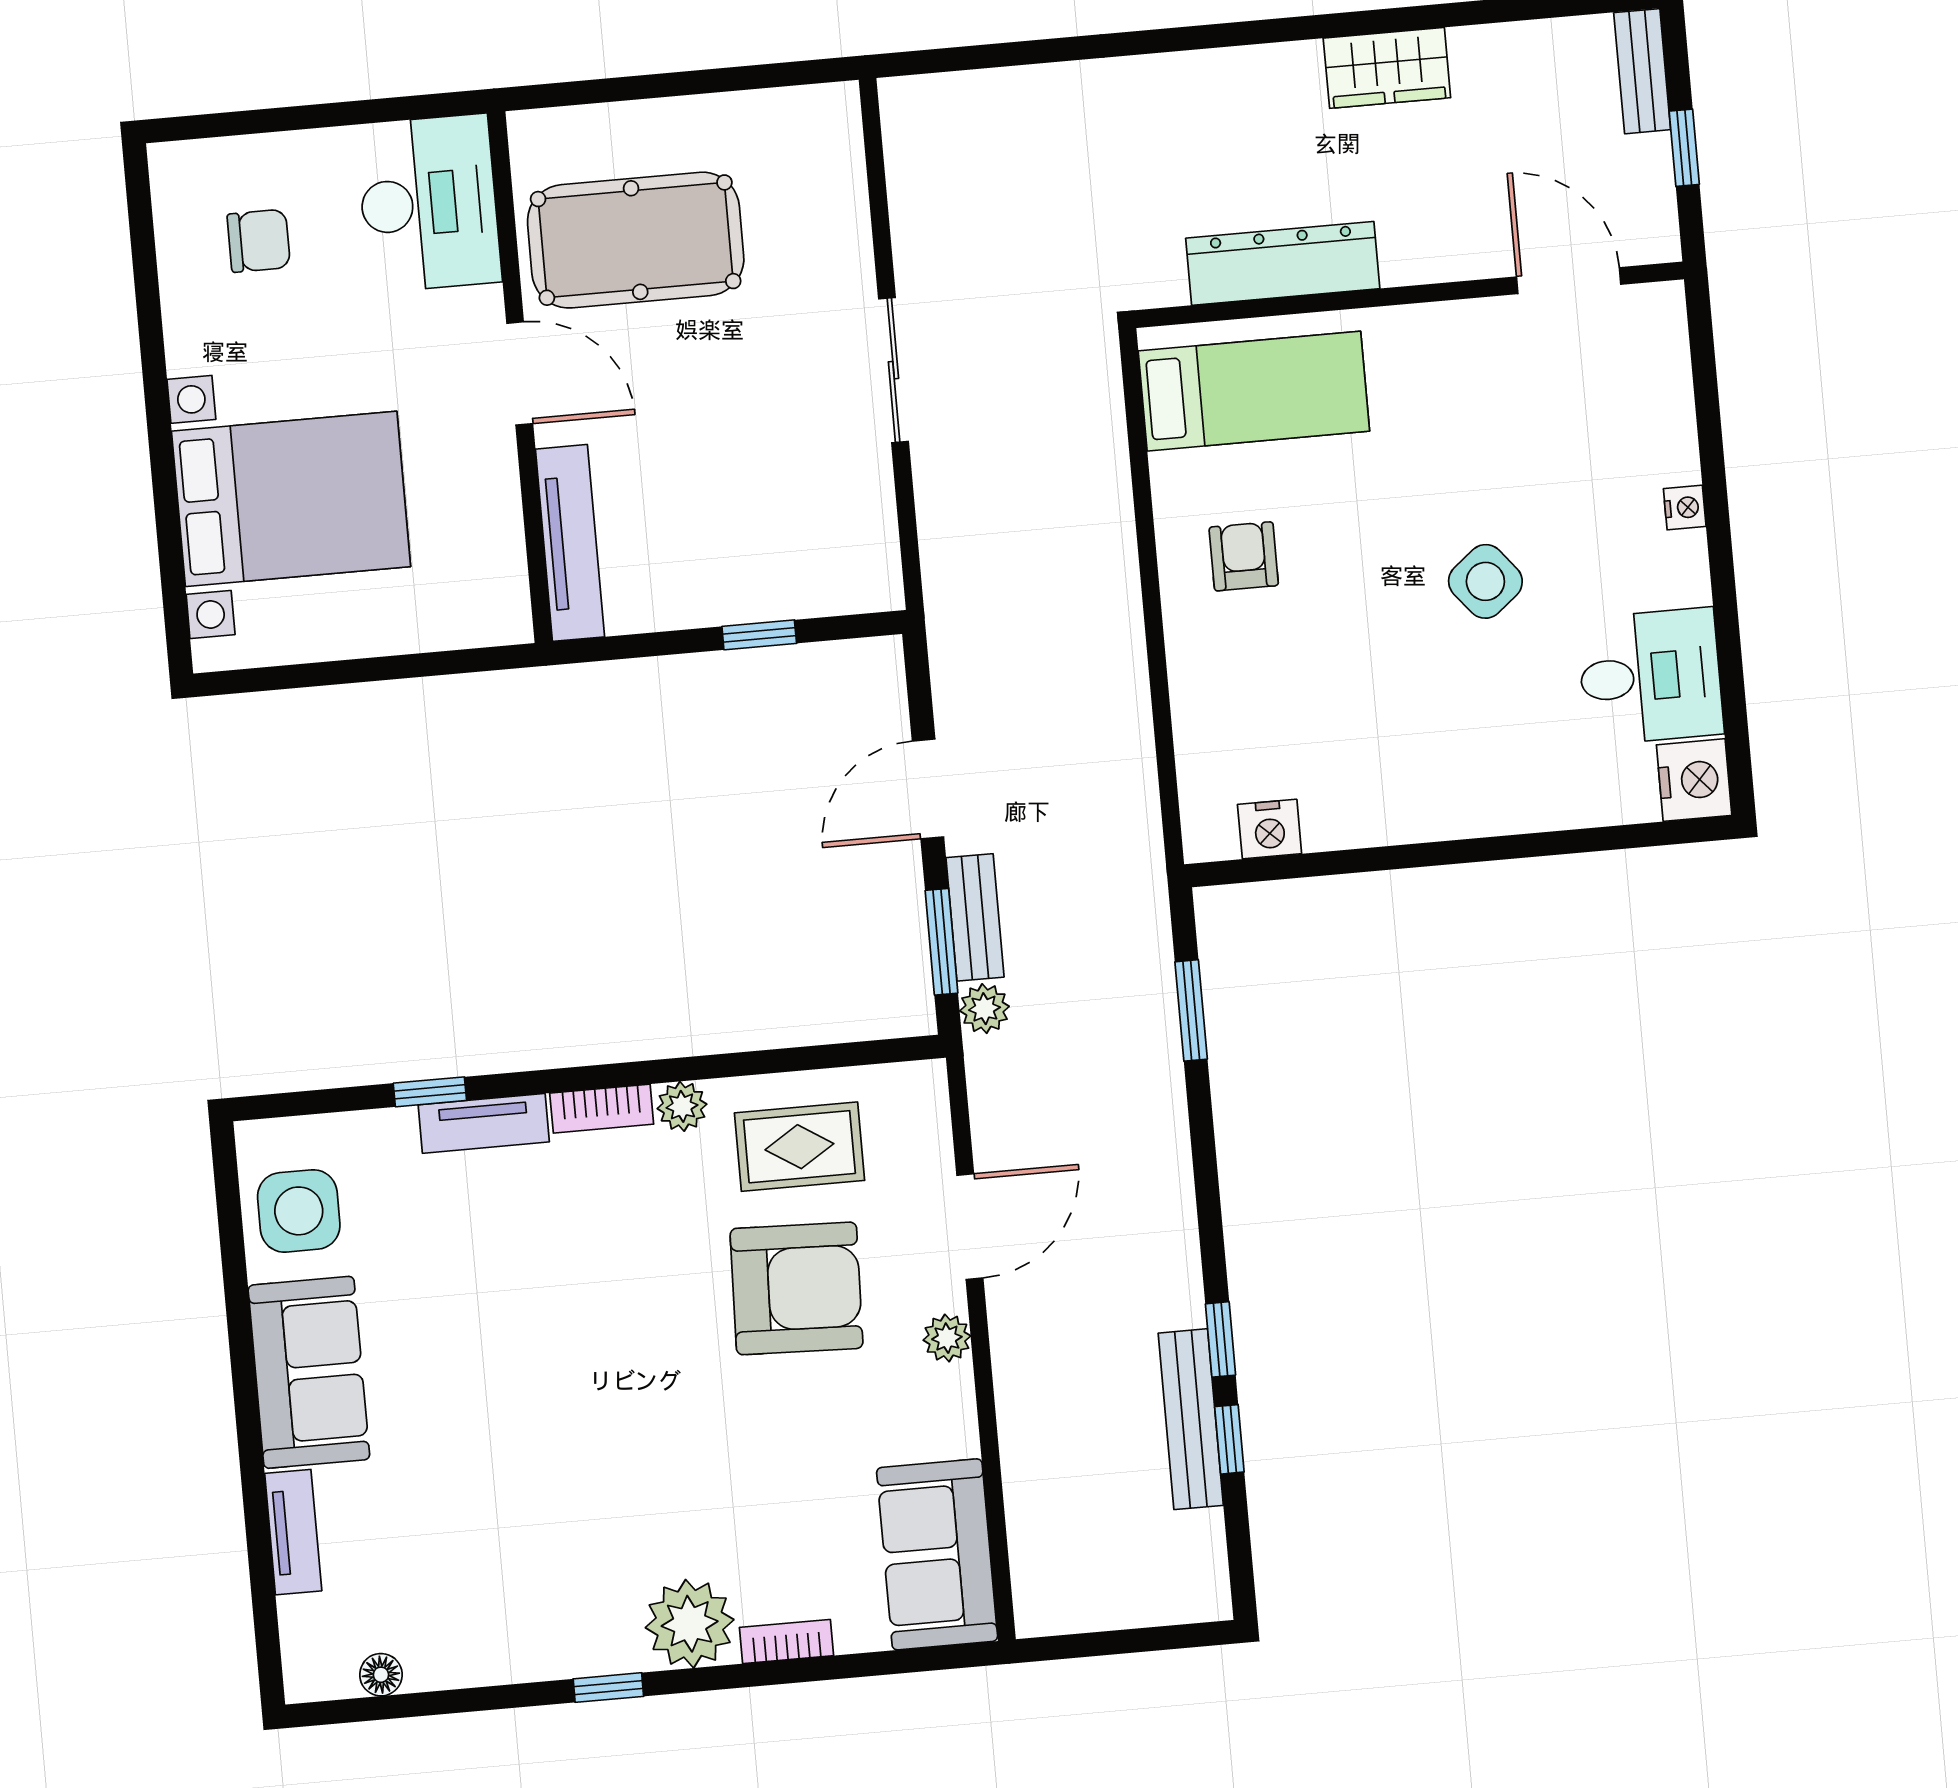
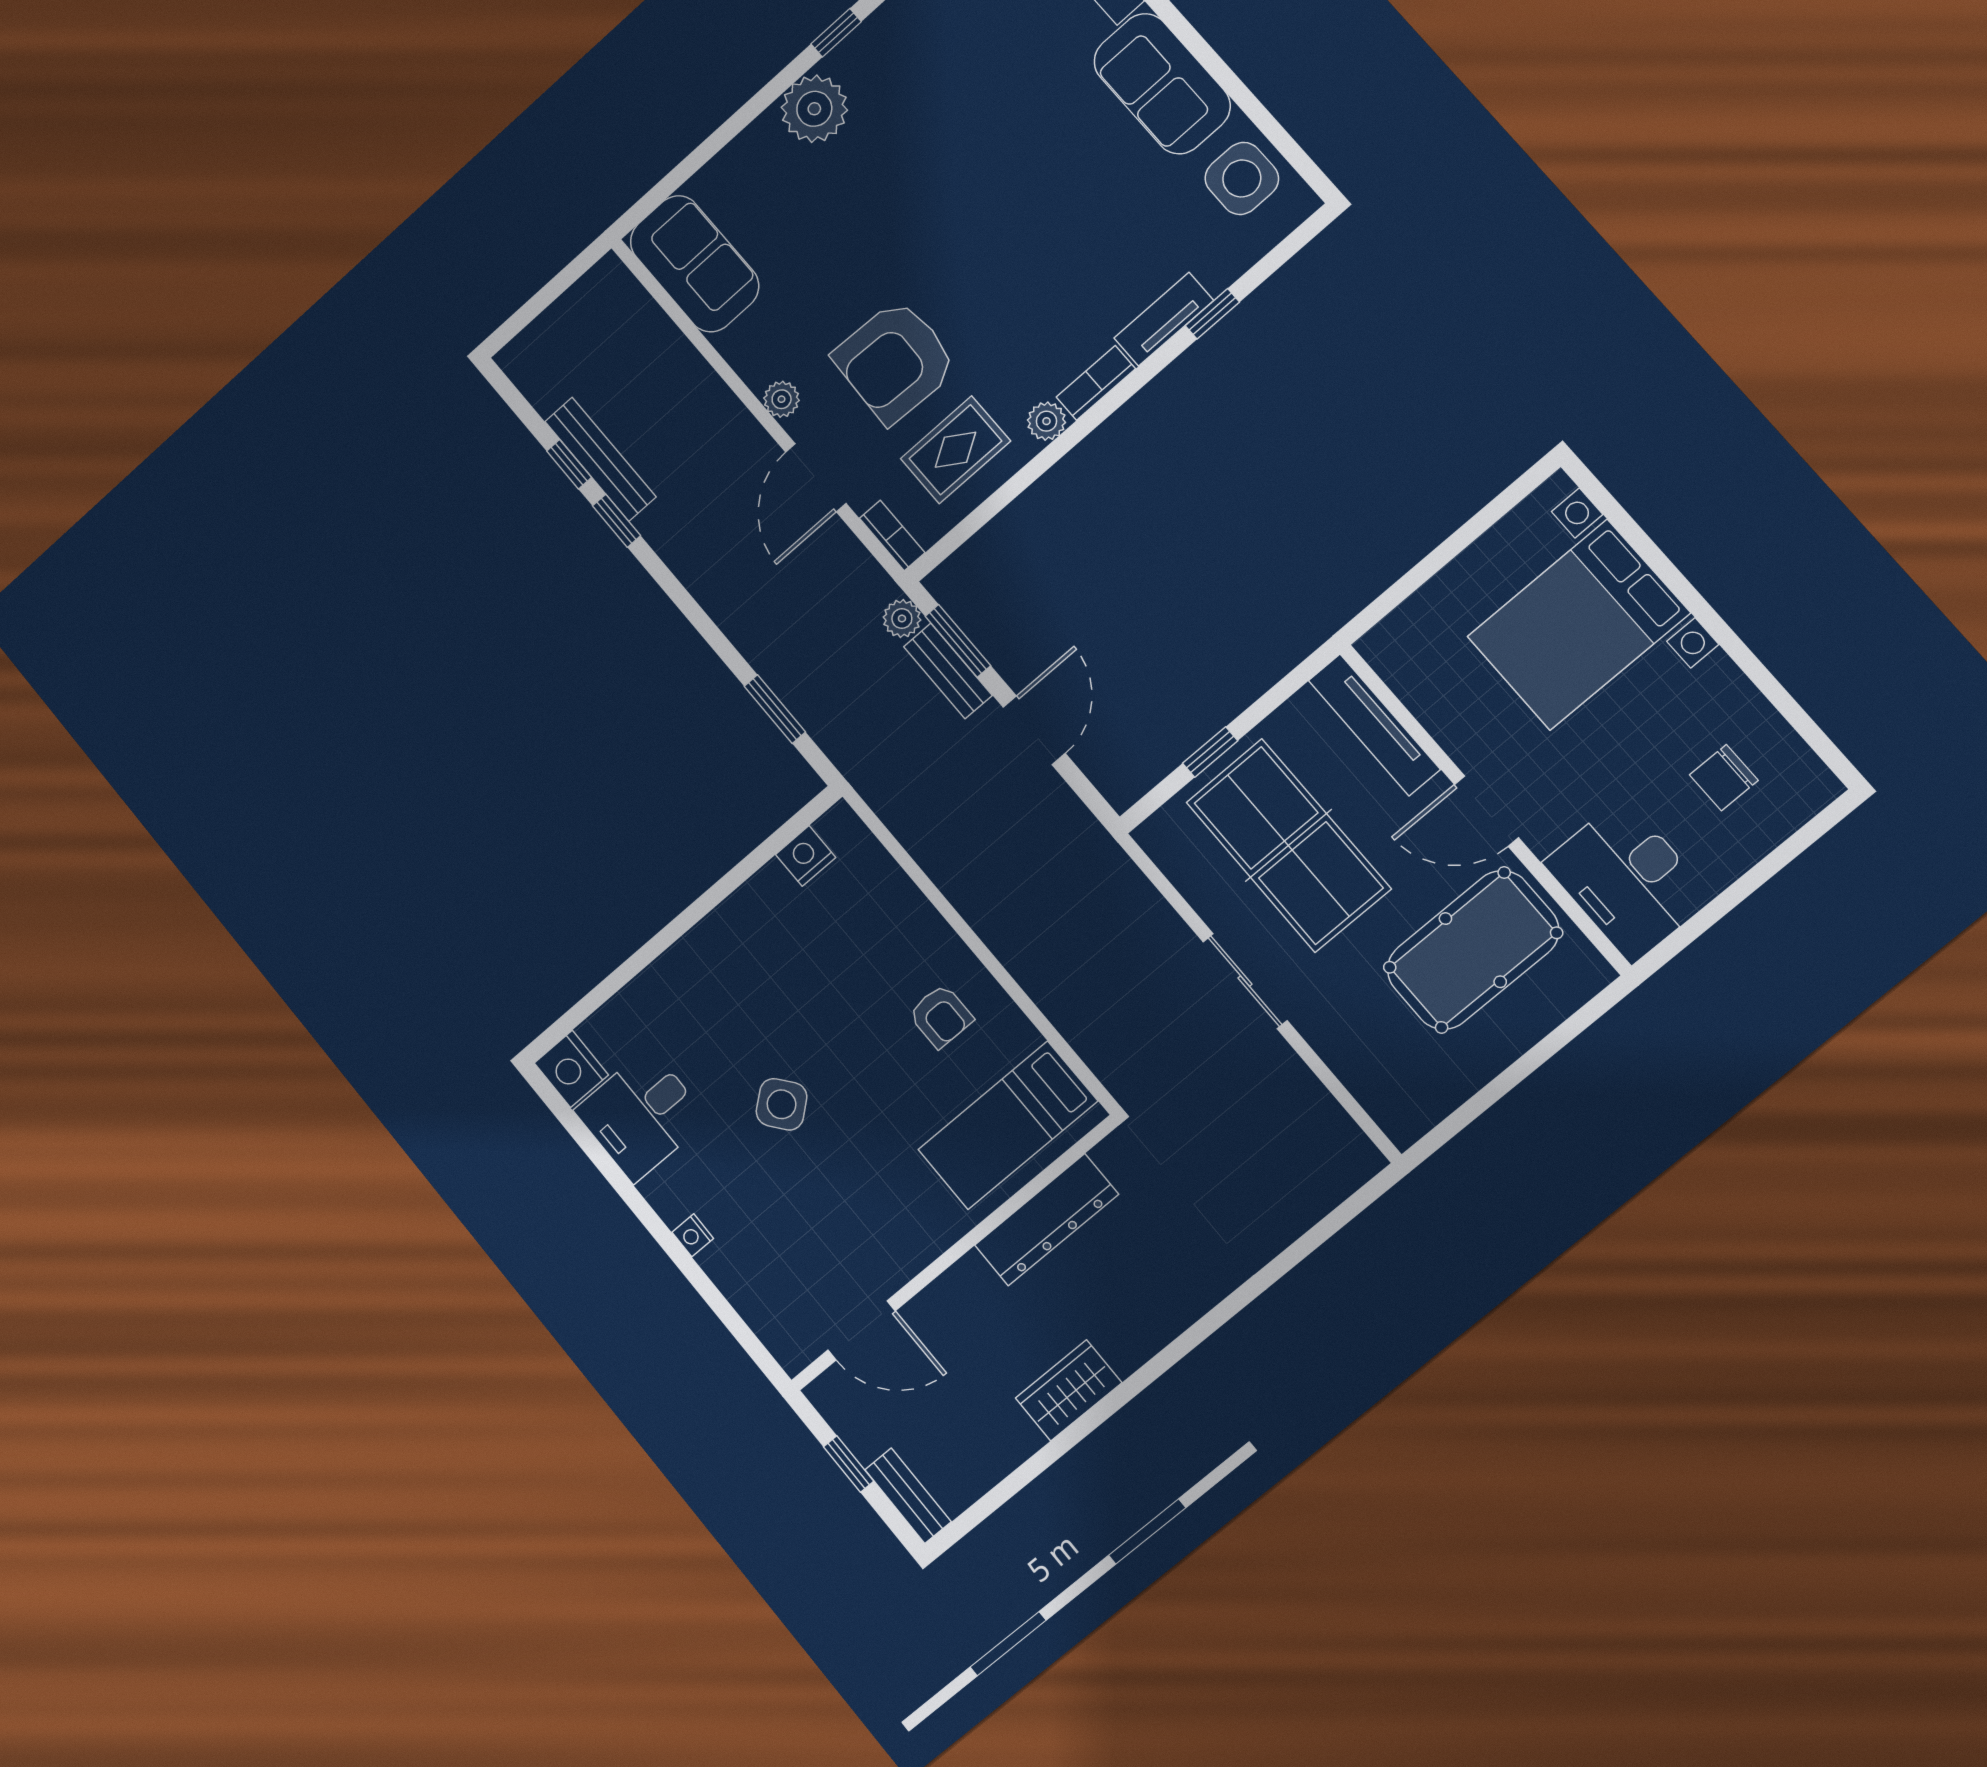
table tennis table: (748, 480) -> (1288, 845), added
bookcase: (786, 1641) -> (892, 536), moved, turned -90

